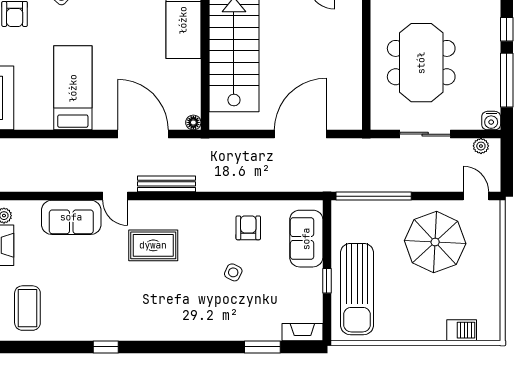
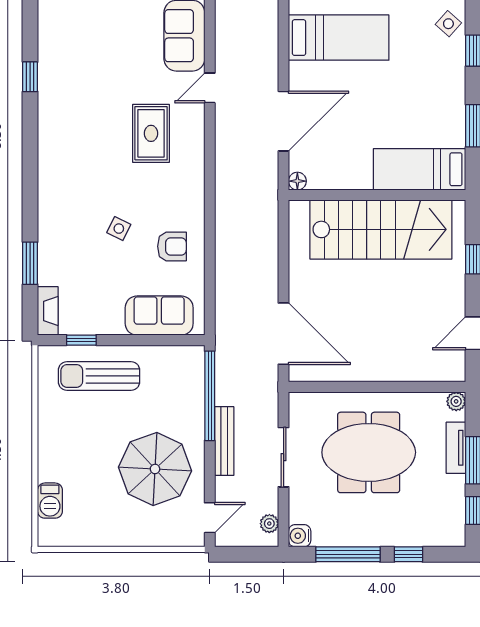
door: (300, 134) -> (284, 334), moved
bench: (166, 184) -> (224, 441), moved
window: (327, 281) -> (81, 340), moved
sun lounger: (357, 289) -> (99, 376), width x0.73, depth x0.75

